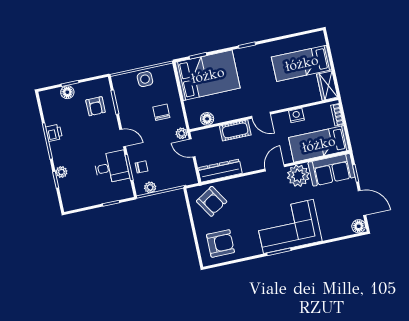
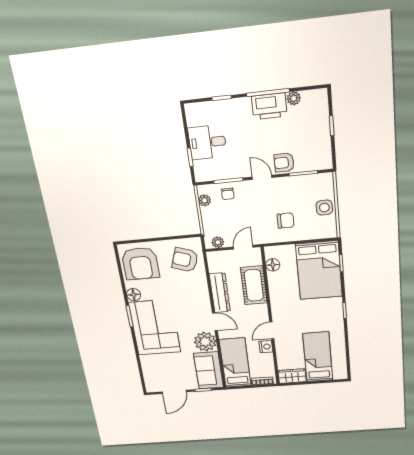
floor lamp: (67, 92) -> (322, 122), removed
armchair: (96, 106) -> (284, 163), moved
door: (261, 115) -> (272, 330), moved
cot: (235, 130) -> (254, 285), width x1.37, depth x1.34
printer: (54, 133) -> (269, 106), width x1.87, depth x1.48
plant: (182, 133) -> (218, 242), moved
door: (123, 138) -> (262, 177), swing flipped
desk: (111, 167) -> (207, 142), moved, turned 90
dresser: (220, 171) -> (220, 293), moved
plant: (61, 172) -> (294, 98), moved
armchair: (212, 201) -> (185, 260), turned 51
floor lamp: (359, 226) -> (134, 295), moved
armchair: (220, 243) -> (140, 264), width x1.36, depth x1.36

